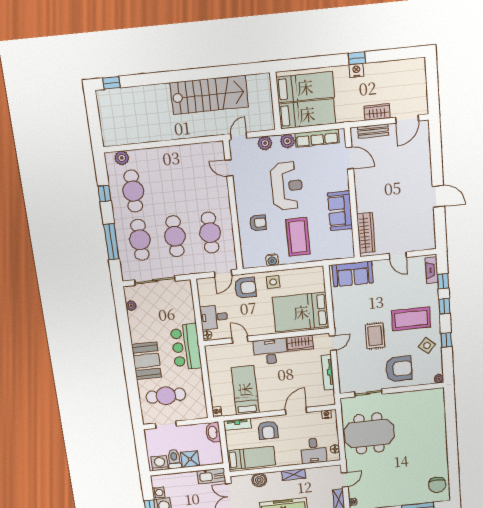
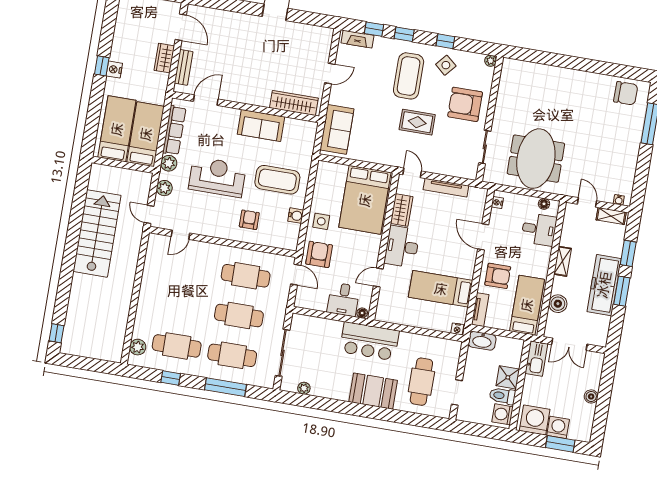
armchair: (399, 369) -> (465, 104), turned -90
washing machine: (158, 493) -> (535, 420), width x1.89, depth x1.89

